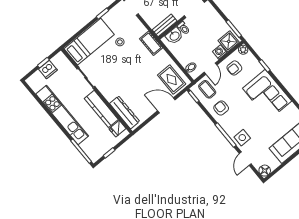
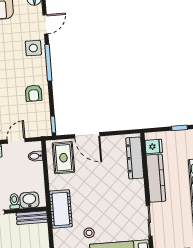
cot: (151, 43) -> (61, 209), width x1.37, depth x1.34
coffee table: (207, 89) -> (34, 122), removed

